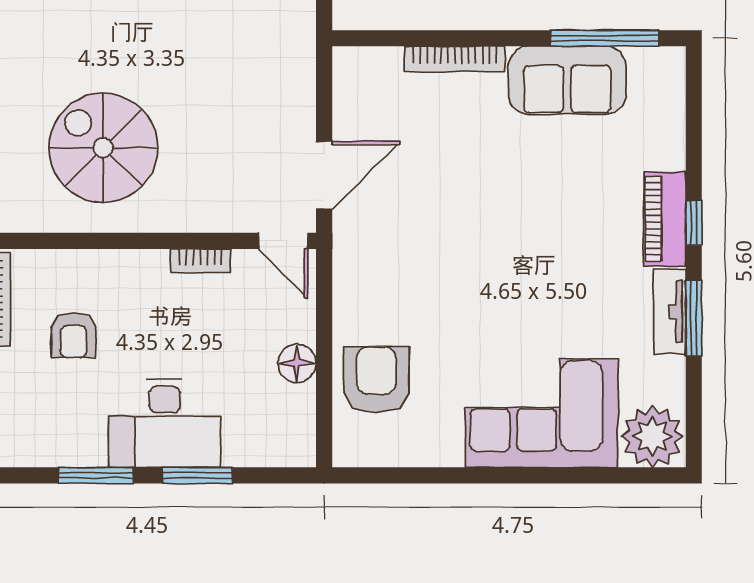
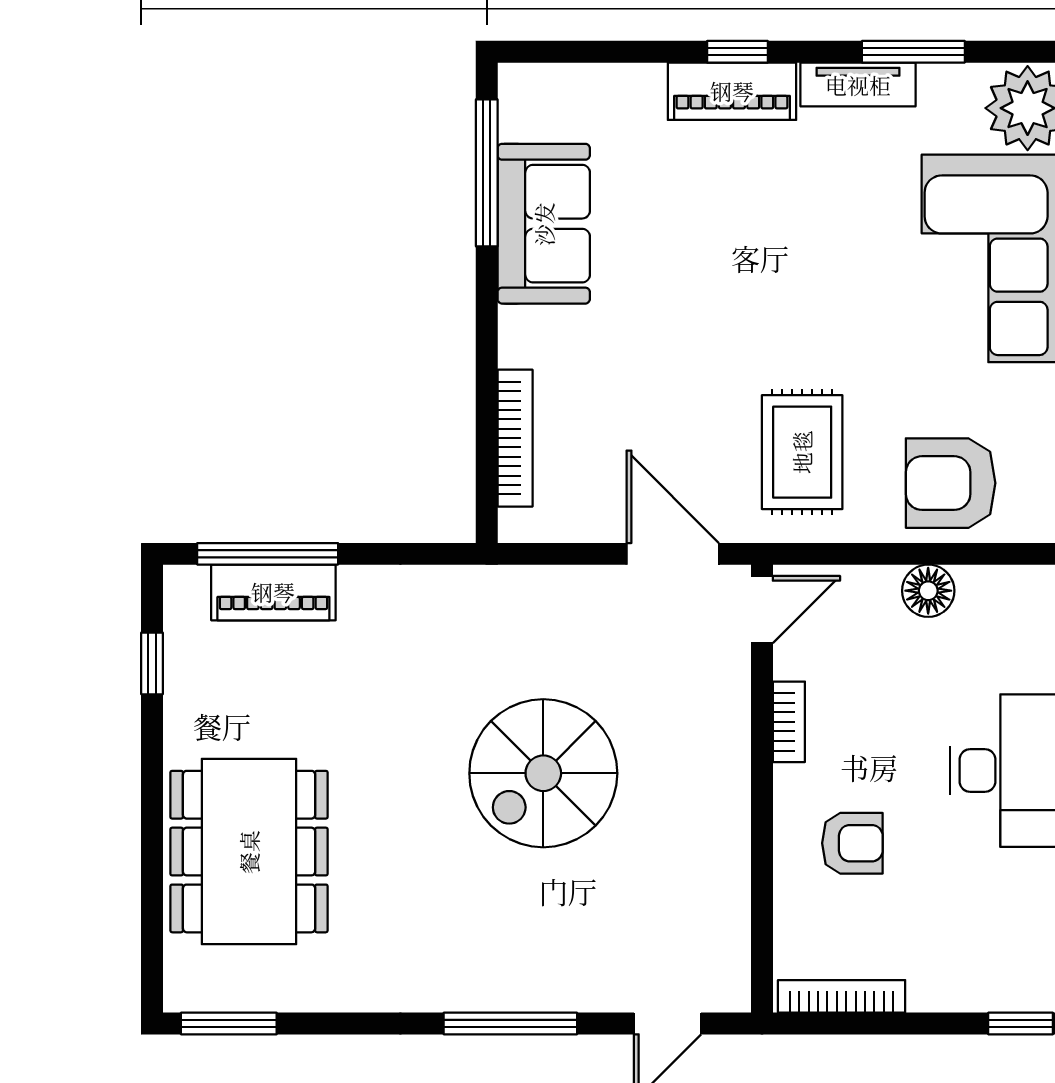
bookcase: (455, 59) -> (515, 438), moved
spiral stairs: (103, 148) -> (543, 773), moved
rug: (399, 270) -> (802, 452), added
window: (694, 318) -> (913, 52), moved
armchair: (74, 335) -> (852, 843), moved

